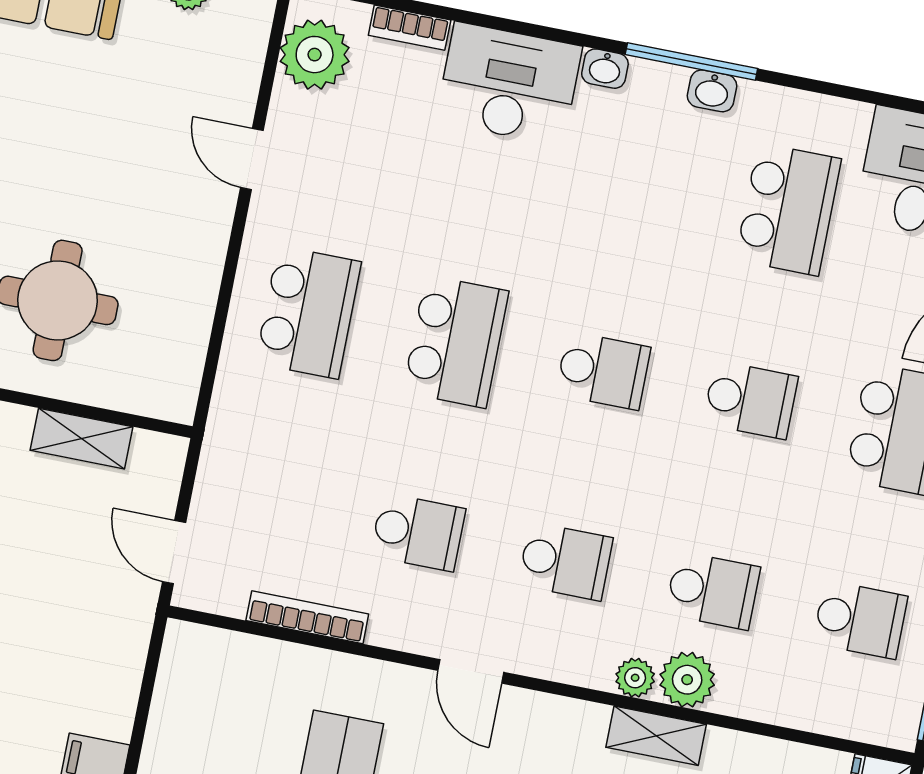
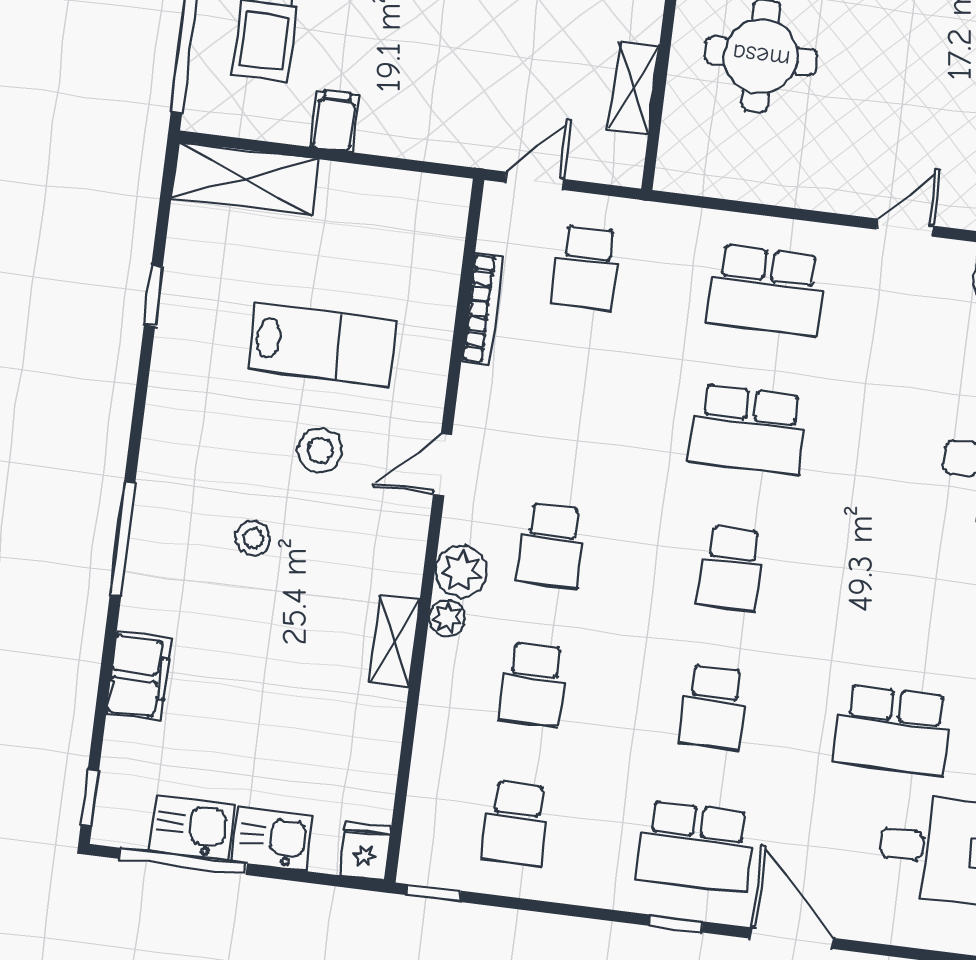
school desk: (418, 532) -> (586, 267), moved
plant: (687, 680) -> (461, 571), moved

